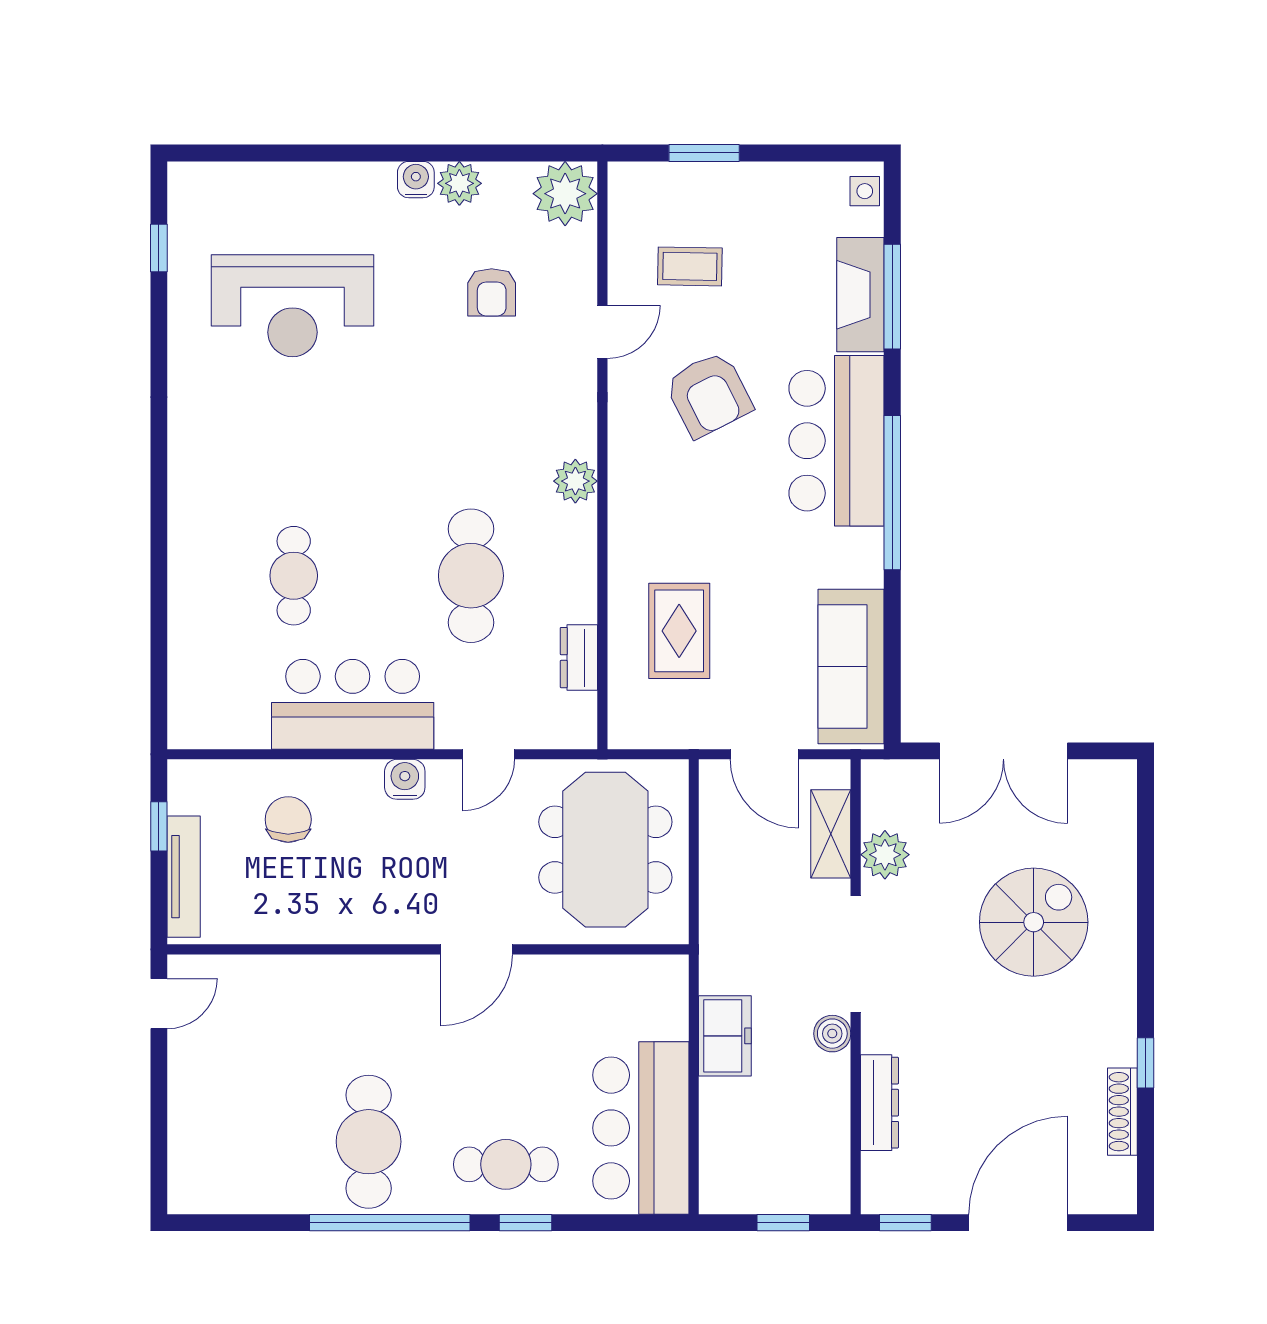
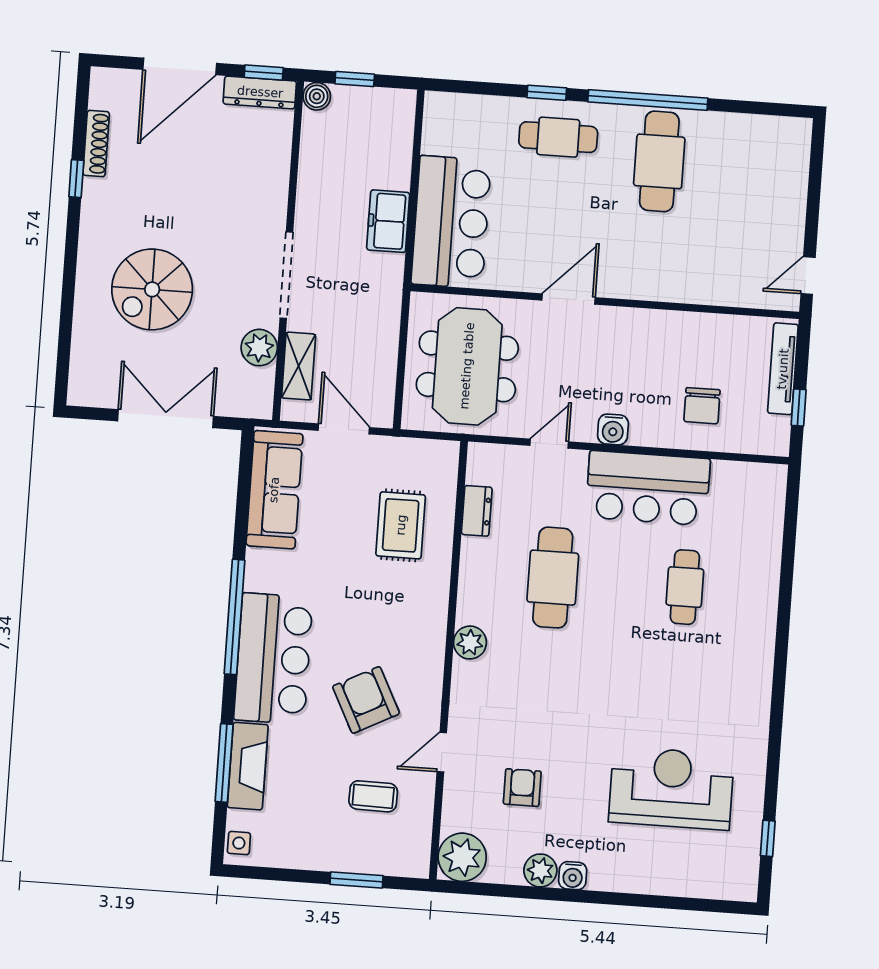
boiler: (832, 1034) -> (317, 96), moved
dresser: (879, 1103) -> (260, 92), moved, turned -90
bar counter: (641, 1128) -> (451, 222), moved

